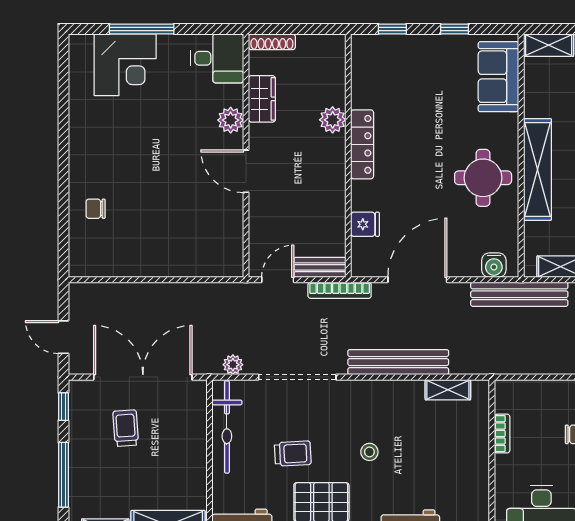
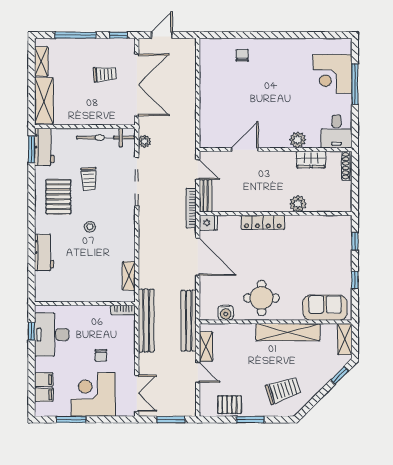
locker: (362, 144) -> (263, 222), moved
shelving: (537, 169) -> (288, 332), moved
door: (246, 171) -> (245, 150), moved
fridge: (365, 224) -> (208, 223), moved, turned -90
water cooler: (494, 265) -> (226, 313), moved, turned -90
bench: (398, 362) -> (146, 321), moved
bookcase: (502, 434) -> (123, 310), moved

